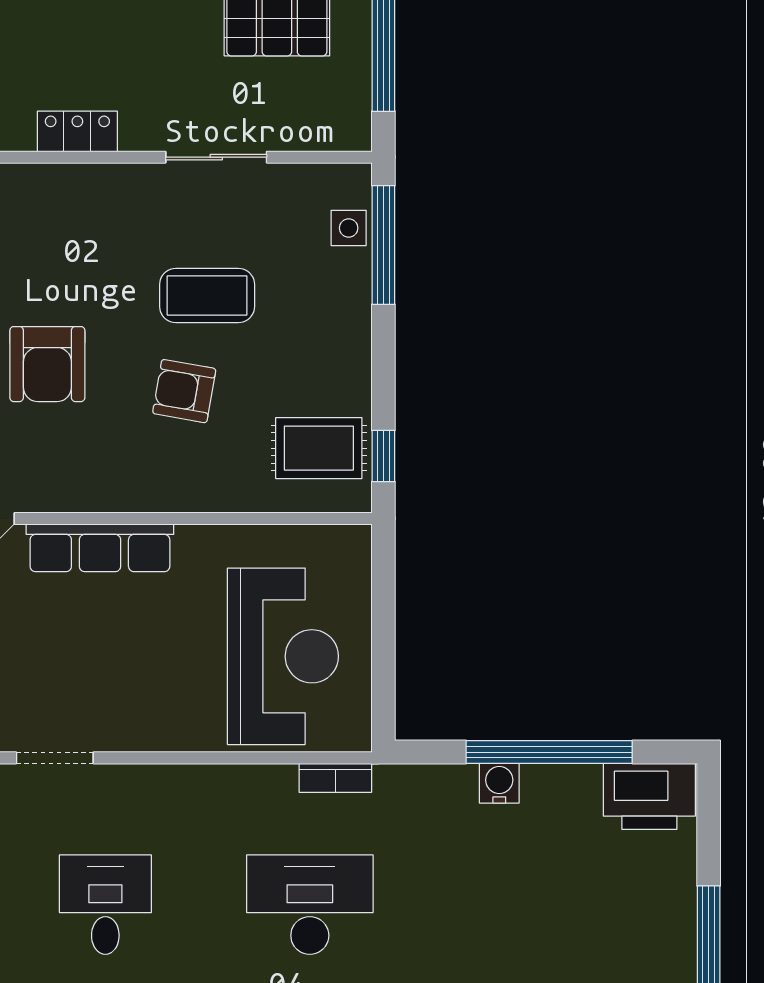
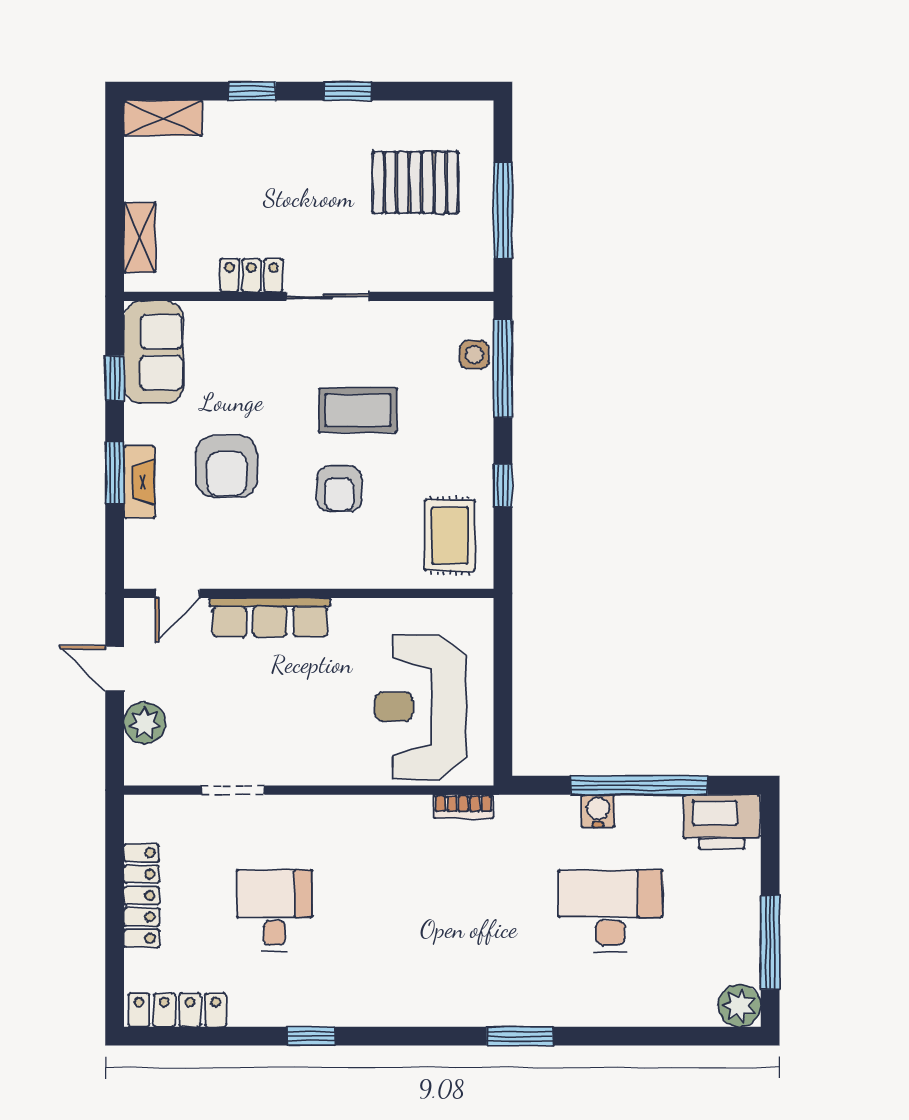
sliding door: (216, 157) -> (328, 296), moved
armchair: (184, 391) -> (339, 489), turned -100
rug: (319, 448) -> (450, 535), turned 90
window: (383, 456) -> (503, 485), moved
reception desk: (283, 656) -> (420, 707), turned 180
desk: (310, 905) -> (610, 911), moved

